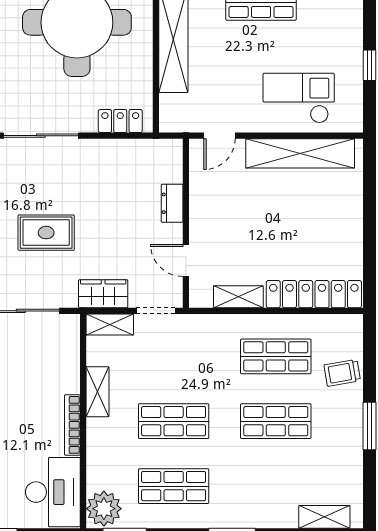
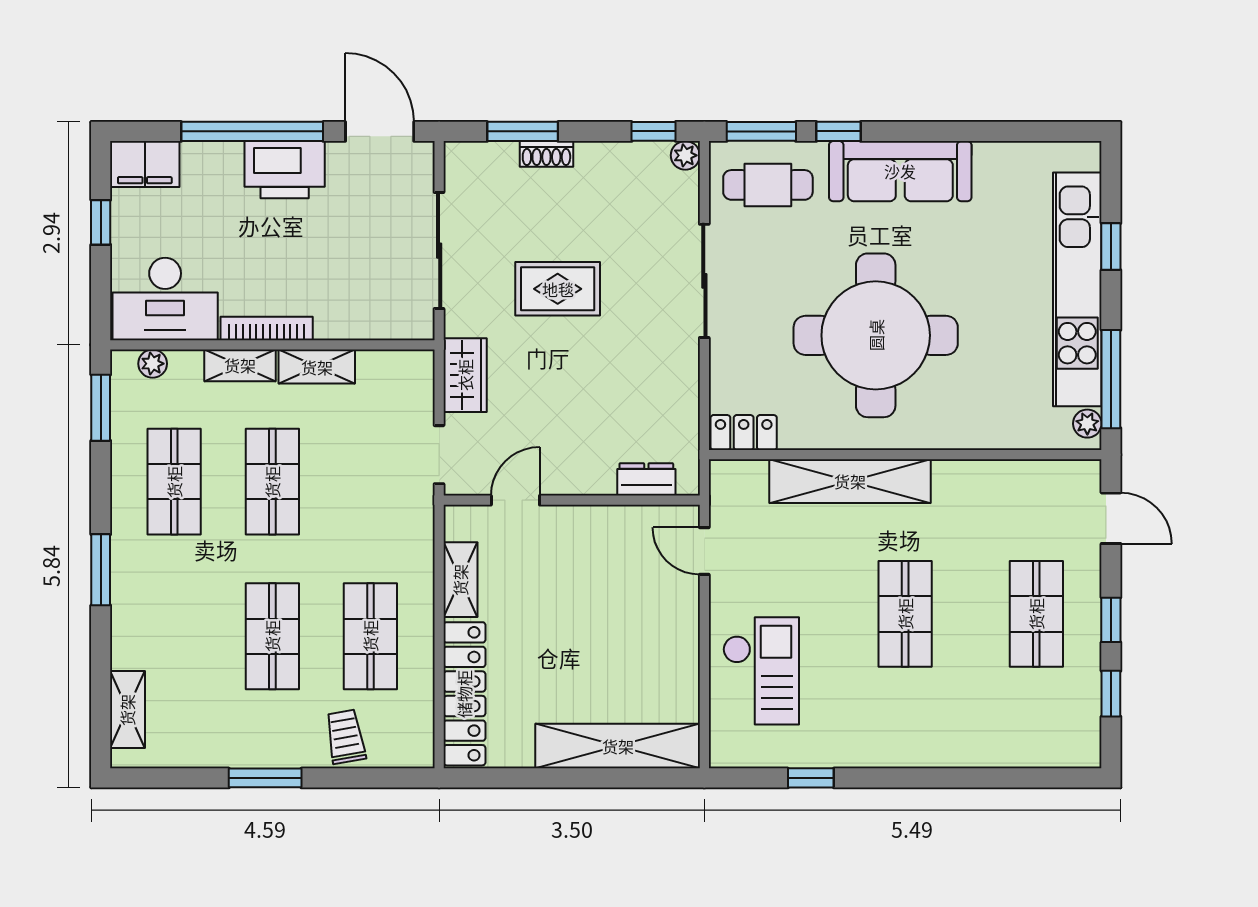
locker: (120, 121) -> (744, 433), moved, turned -90
shelving: (300, 153) -> (618, 746), moved, turned 90
dresser: (172, 203) -> (646, 479), moved
rug: (46, 233) -> (558, 289), turned 90
shelving: (110, 325) -> (240, 365), moved, turned 90
plant: (104, 509) -> (153, 364), width x0.53, depth x0.53

